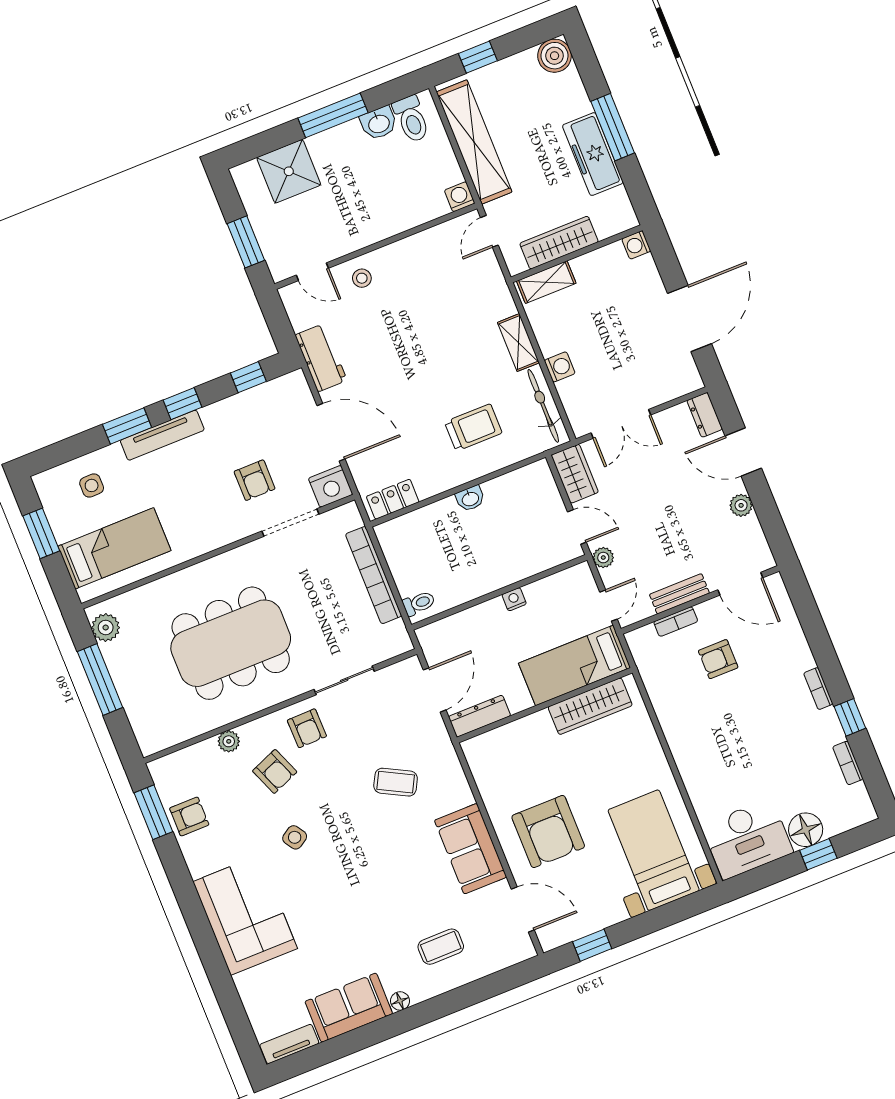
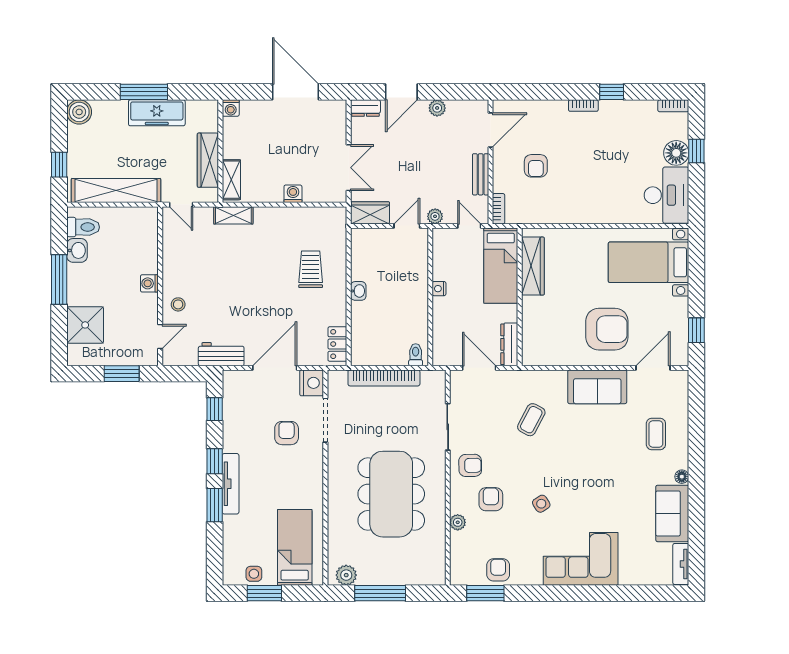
washing machine: (460, 197) -> (149, 283), moved
shelving: (518, 343) -> (233, 215), moved
bicycle: (543, 406) -> (315, 216), removed
armchair: (255, 480) -> (287, 433), turned -90
side table: (92, 485) -> (254, 574), moved
bookcase: (676, 622) -> (499, 209), moved
bookcase: (848, 763) -> (673, 106), moved
armchair: (275, 771) -> (491, 499), turned -68

